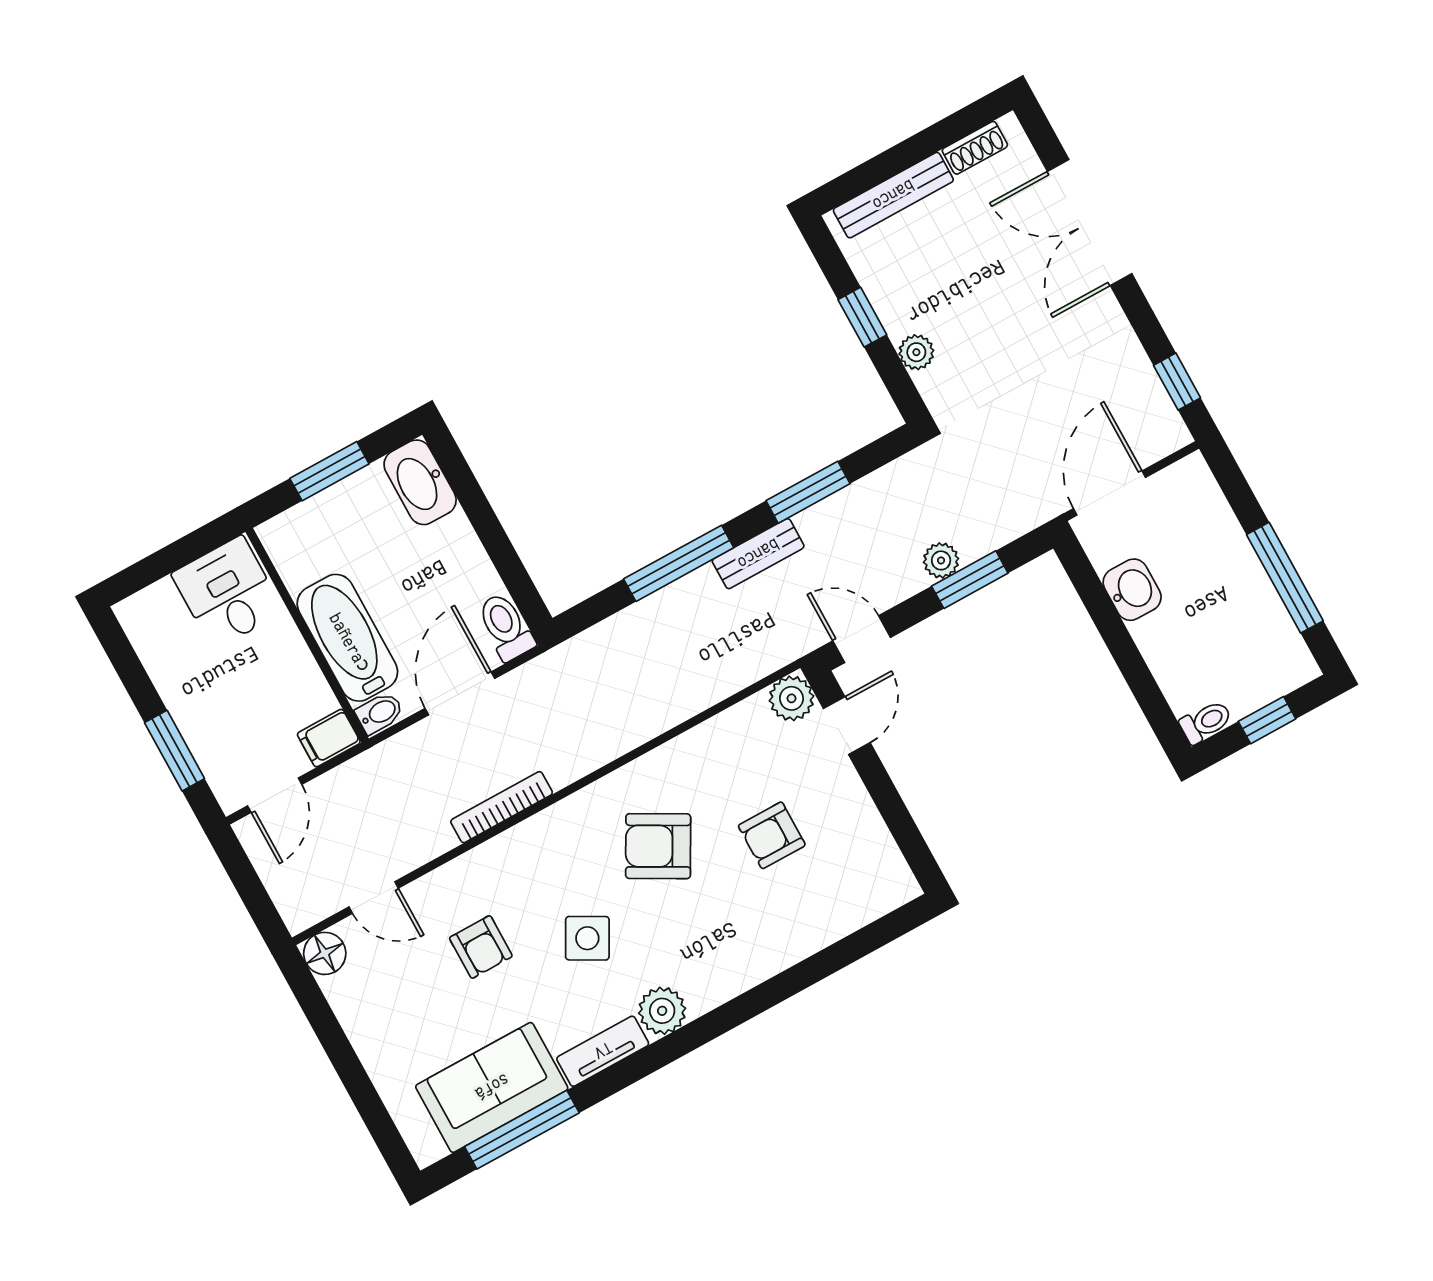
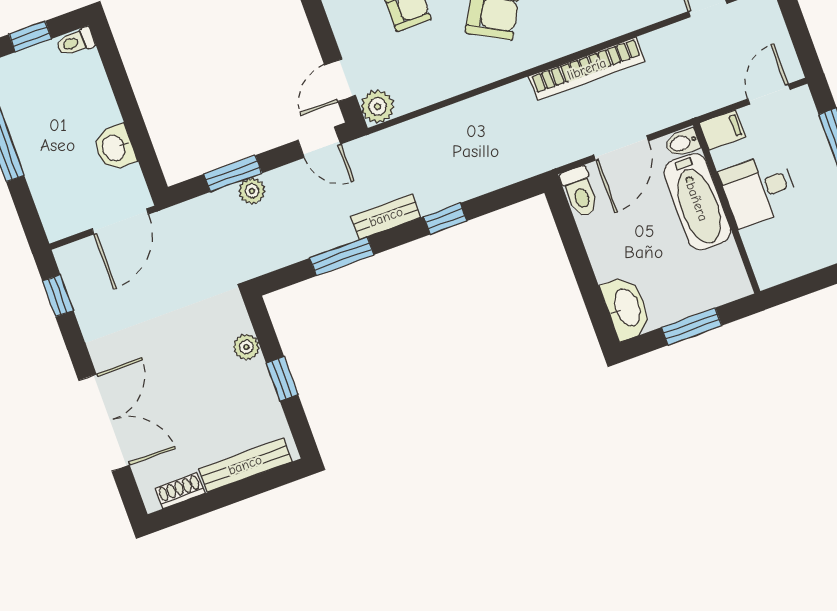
window: (679, 563) -> (445, 219), width x0.46
desk: (228, 593) -> (759, 190), moved, turned 90
bookcase: (502, 807) -> (587, 69), width x1.48, depth x1.31

